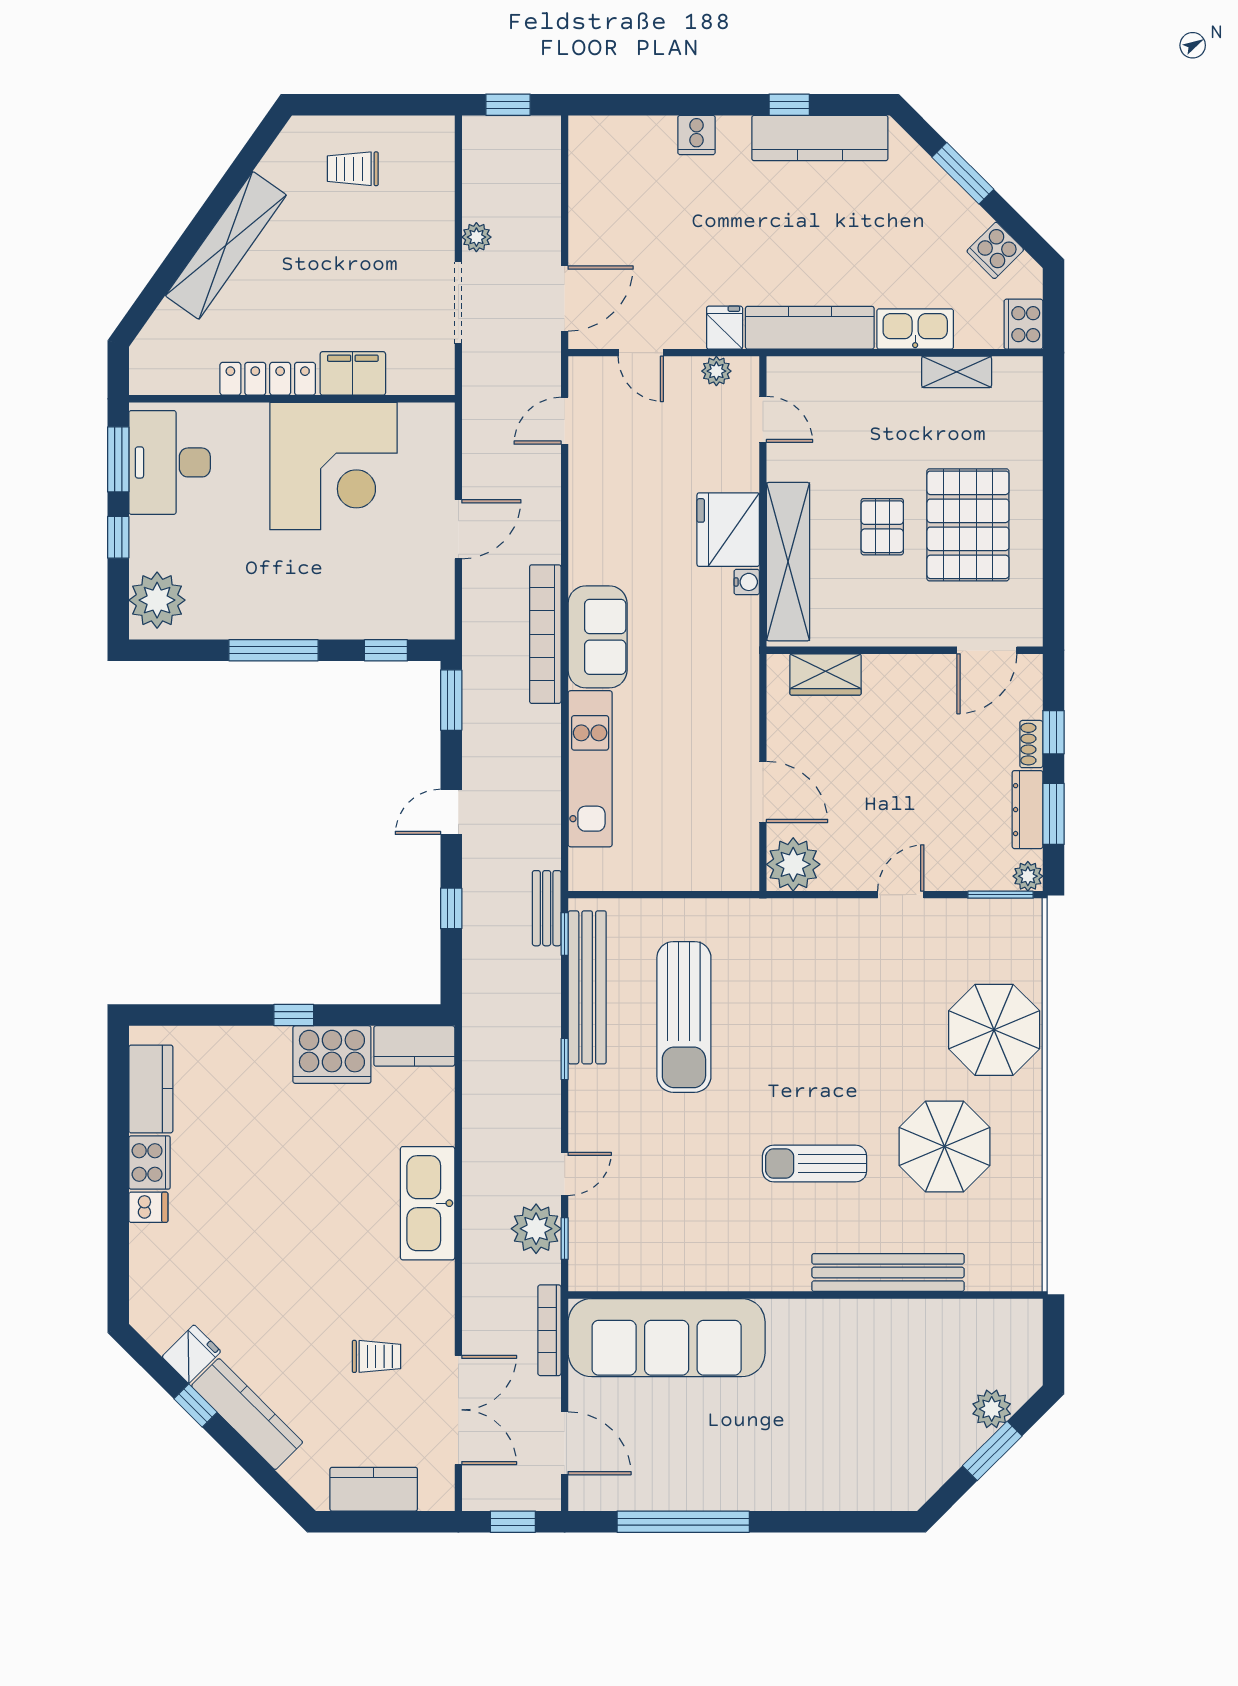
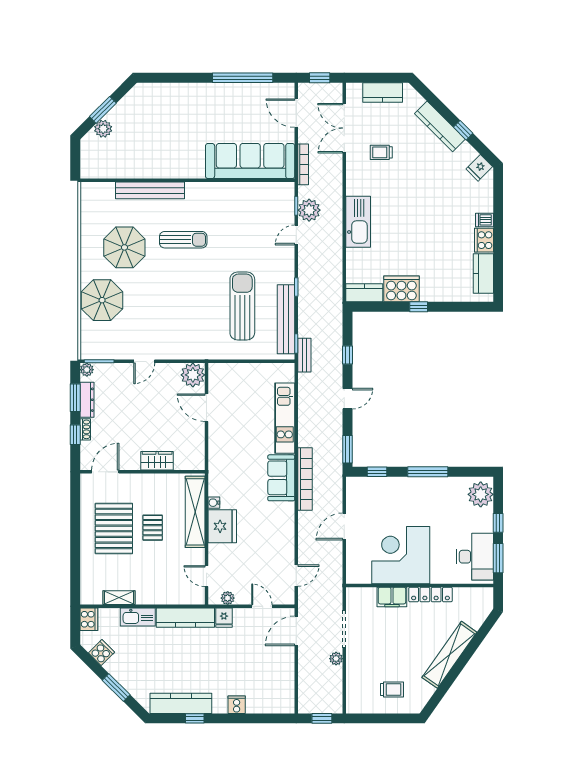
wardrobe: (826, 674) -> (157, 461), moved
fridge: (191, 1354) -> (479, 168), moved

